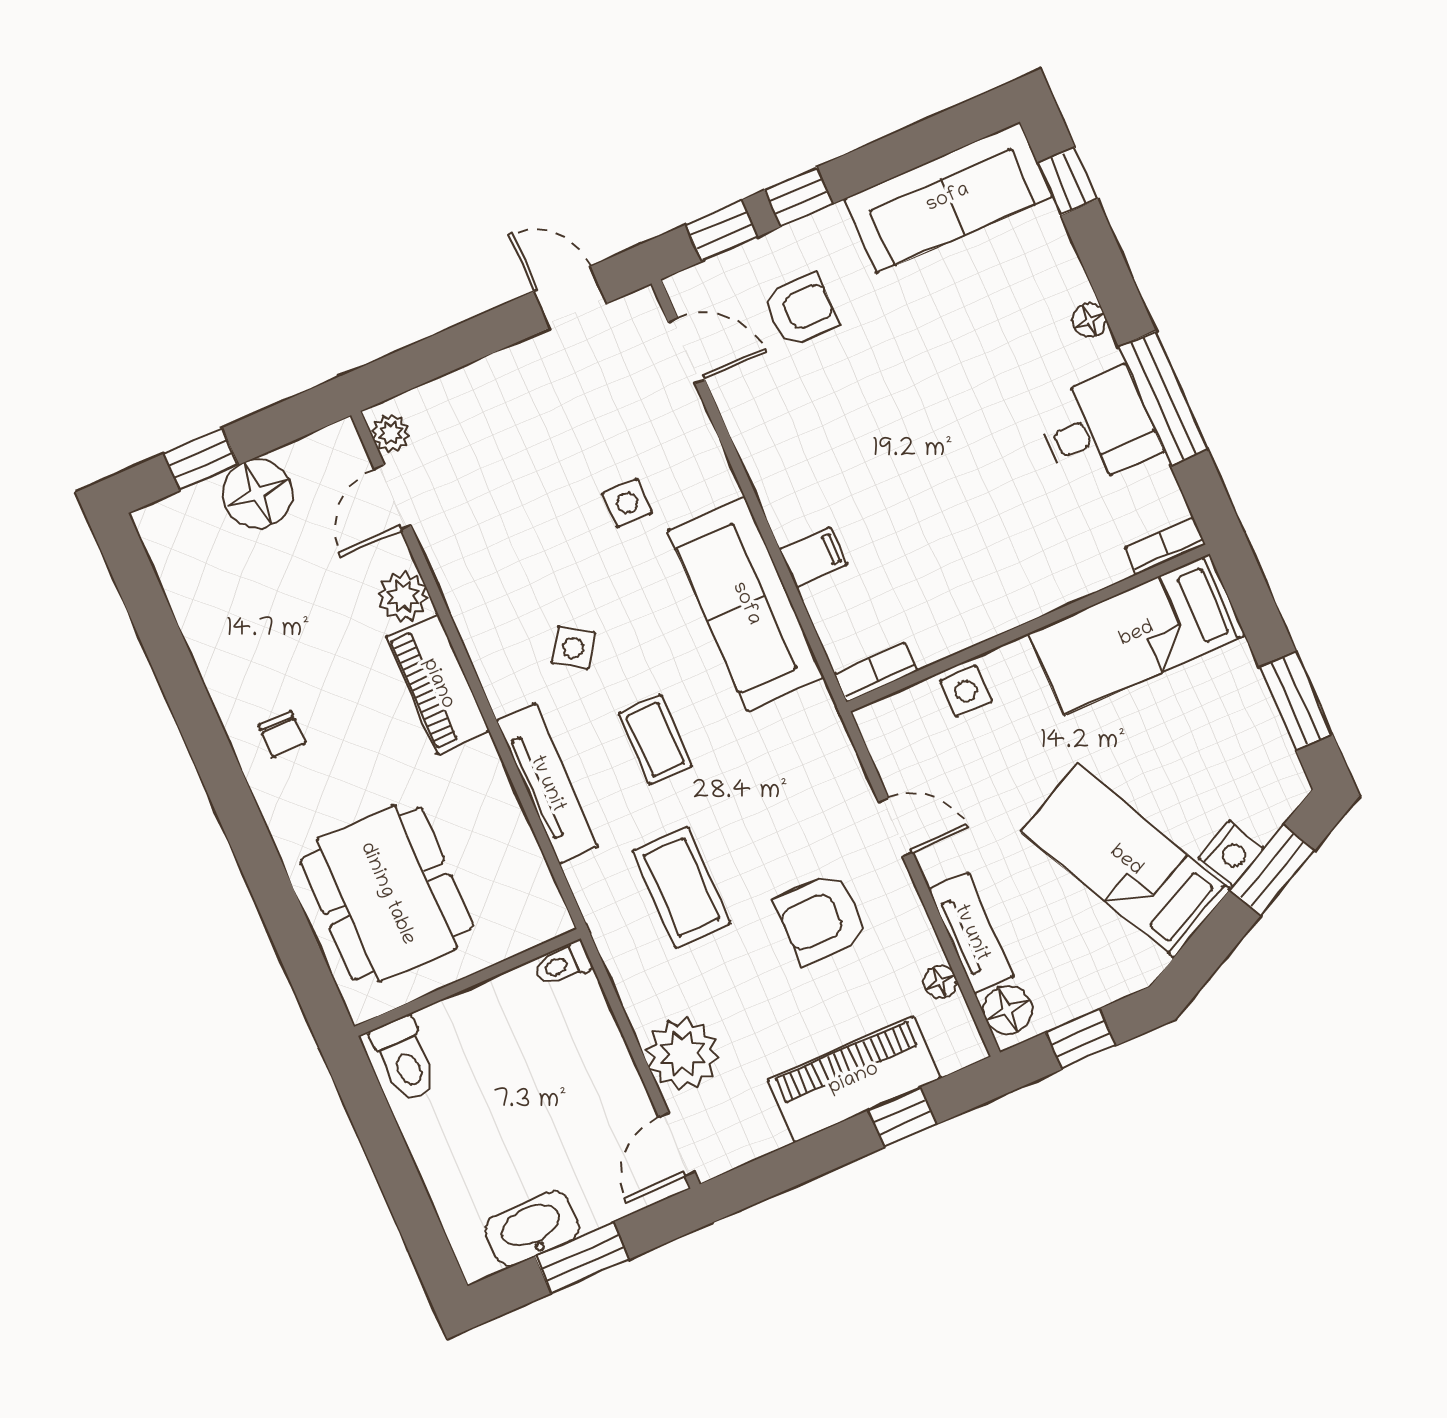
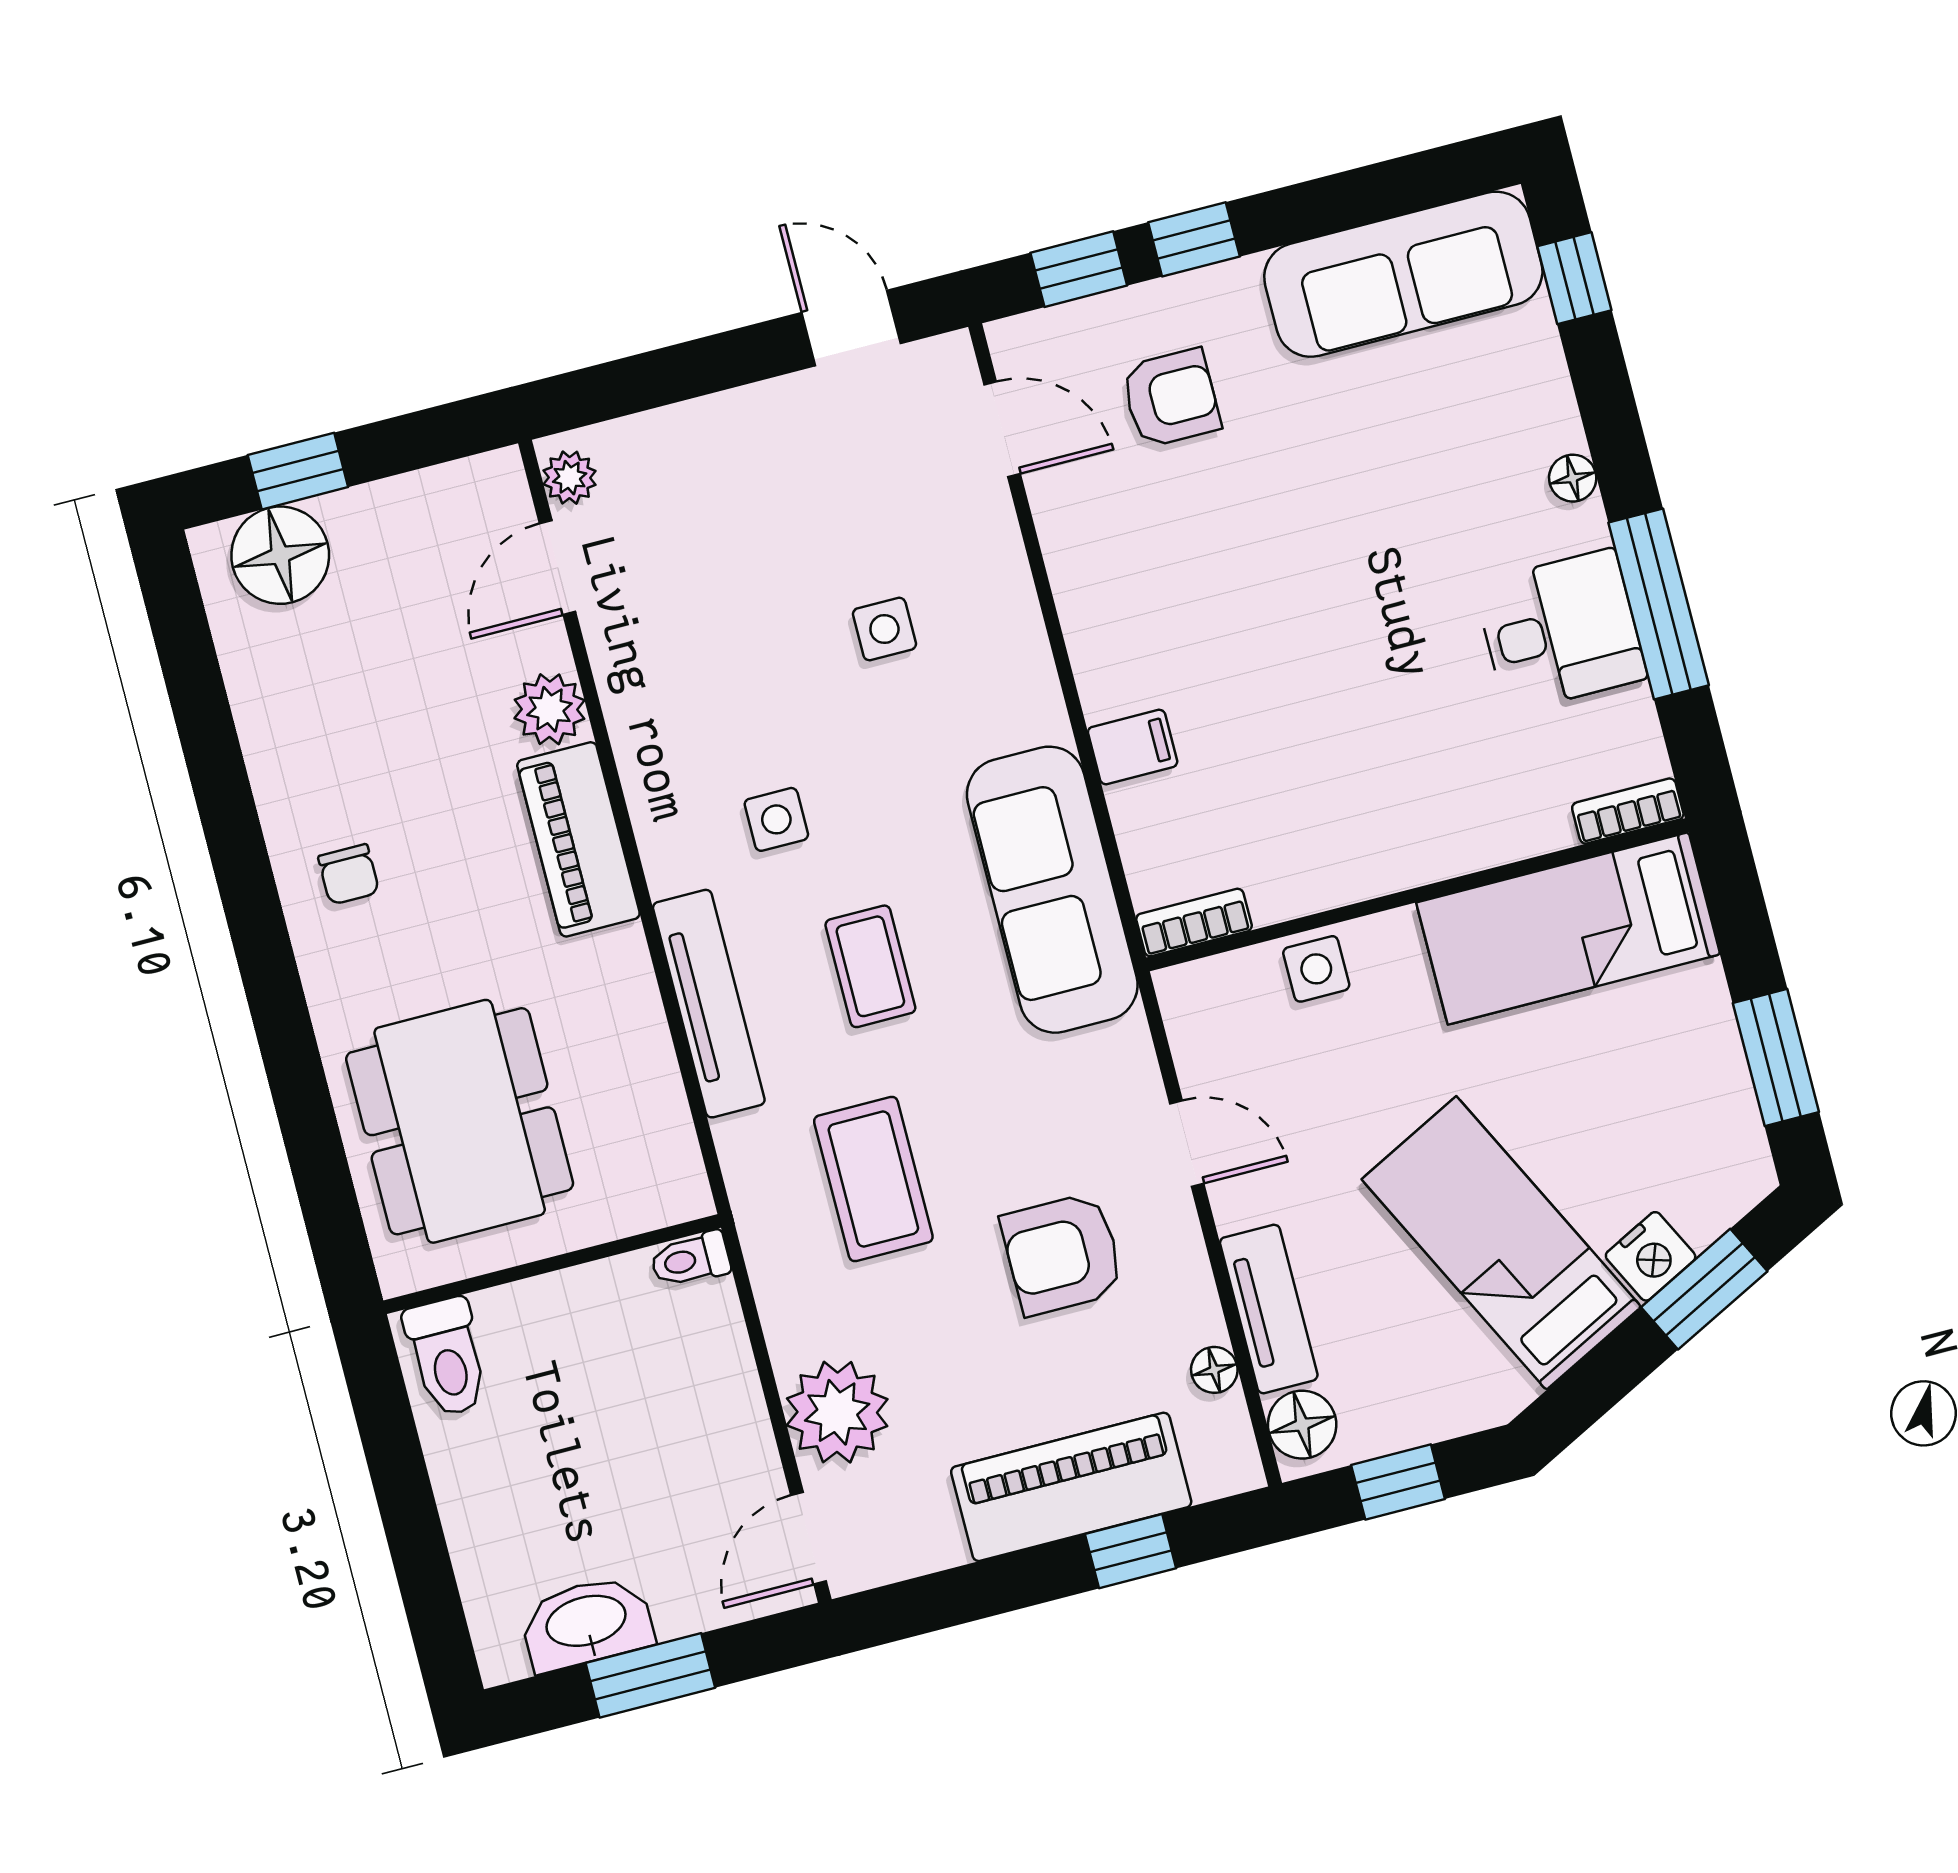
floor lamp: (258, 494) -> (280, 555), moved
sofa: (746, 604) -> (1052, 890), moved
side table: (573, 648) -> (776, 819), turned -34

